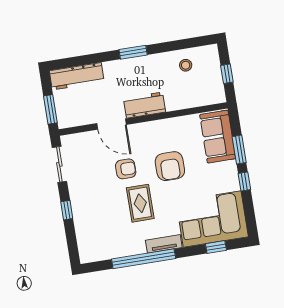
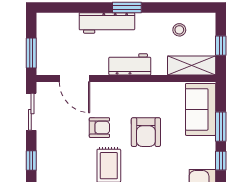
workbench: (77, 76) -> (107, 23), moved
shelving: (203, 97) -> (192, 66), added
door: (112, 124) -> (74, 79), moved

